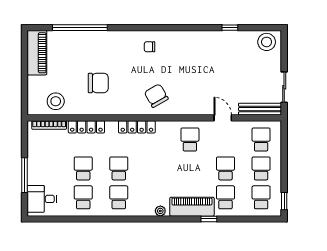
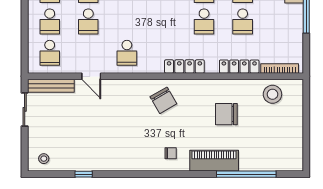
stool: (267, 42) -> (44, 159), width x0.53, depth x0.53
piano: (37, 53) -> (214, 161), moved, turned 90

